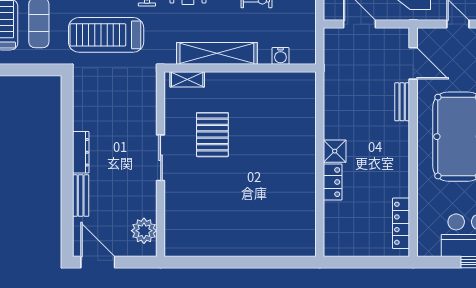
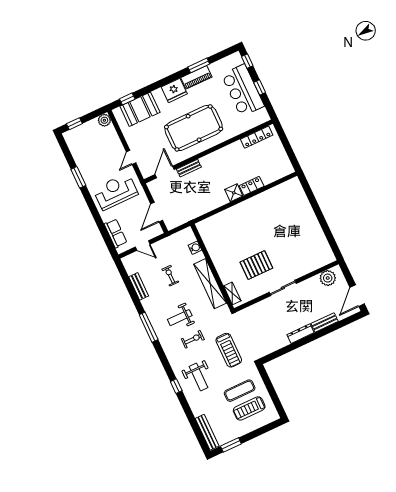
treadmill: (106, 35) -> (229, 350), width x0.73, depth x0.73

